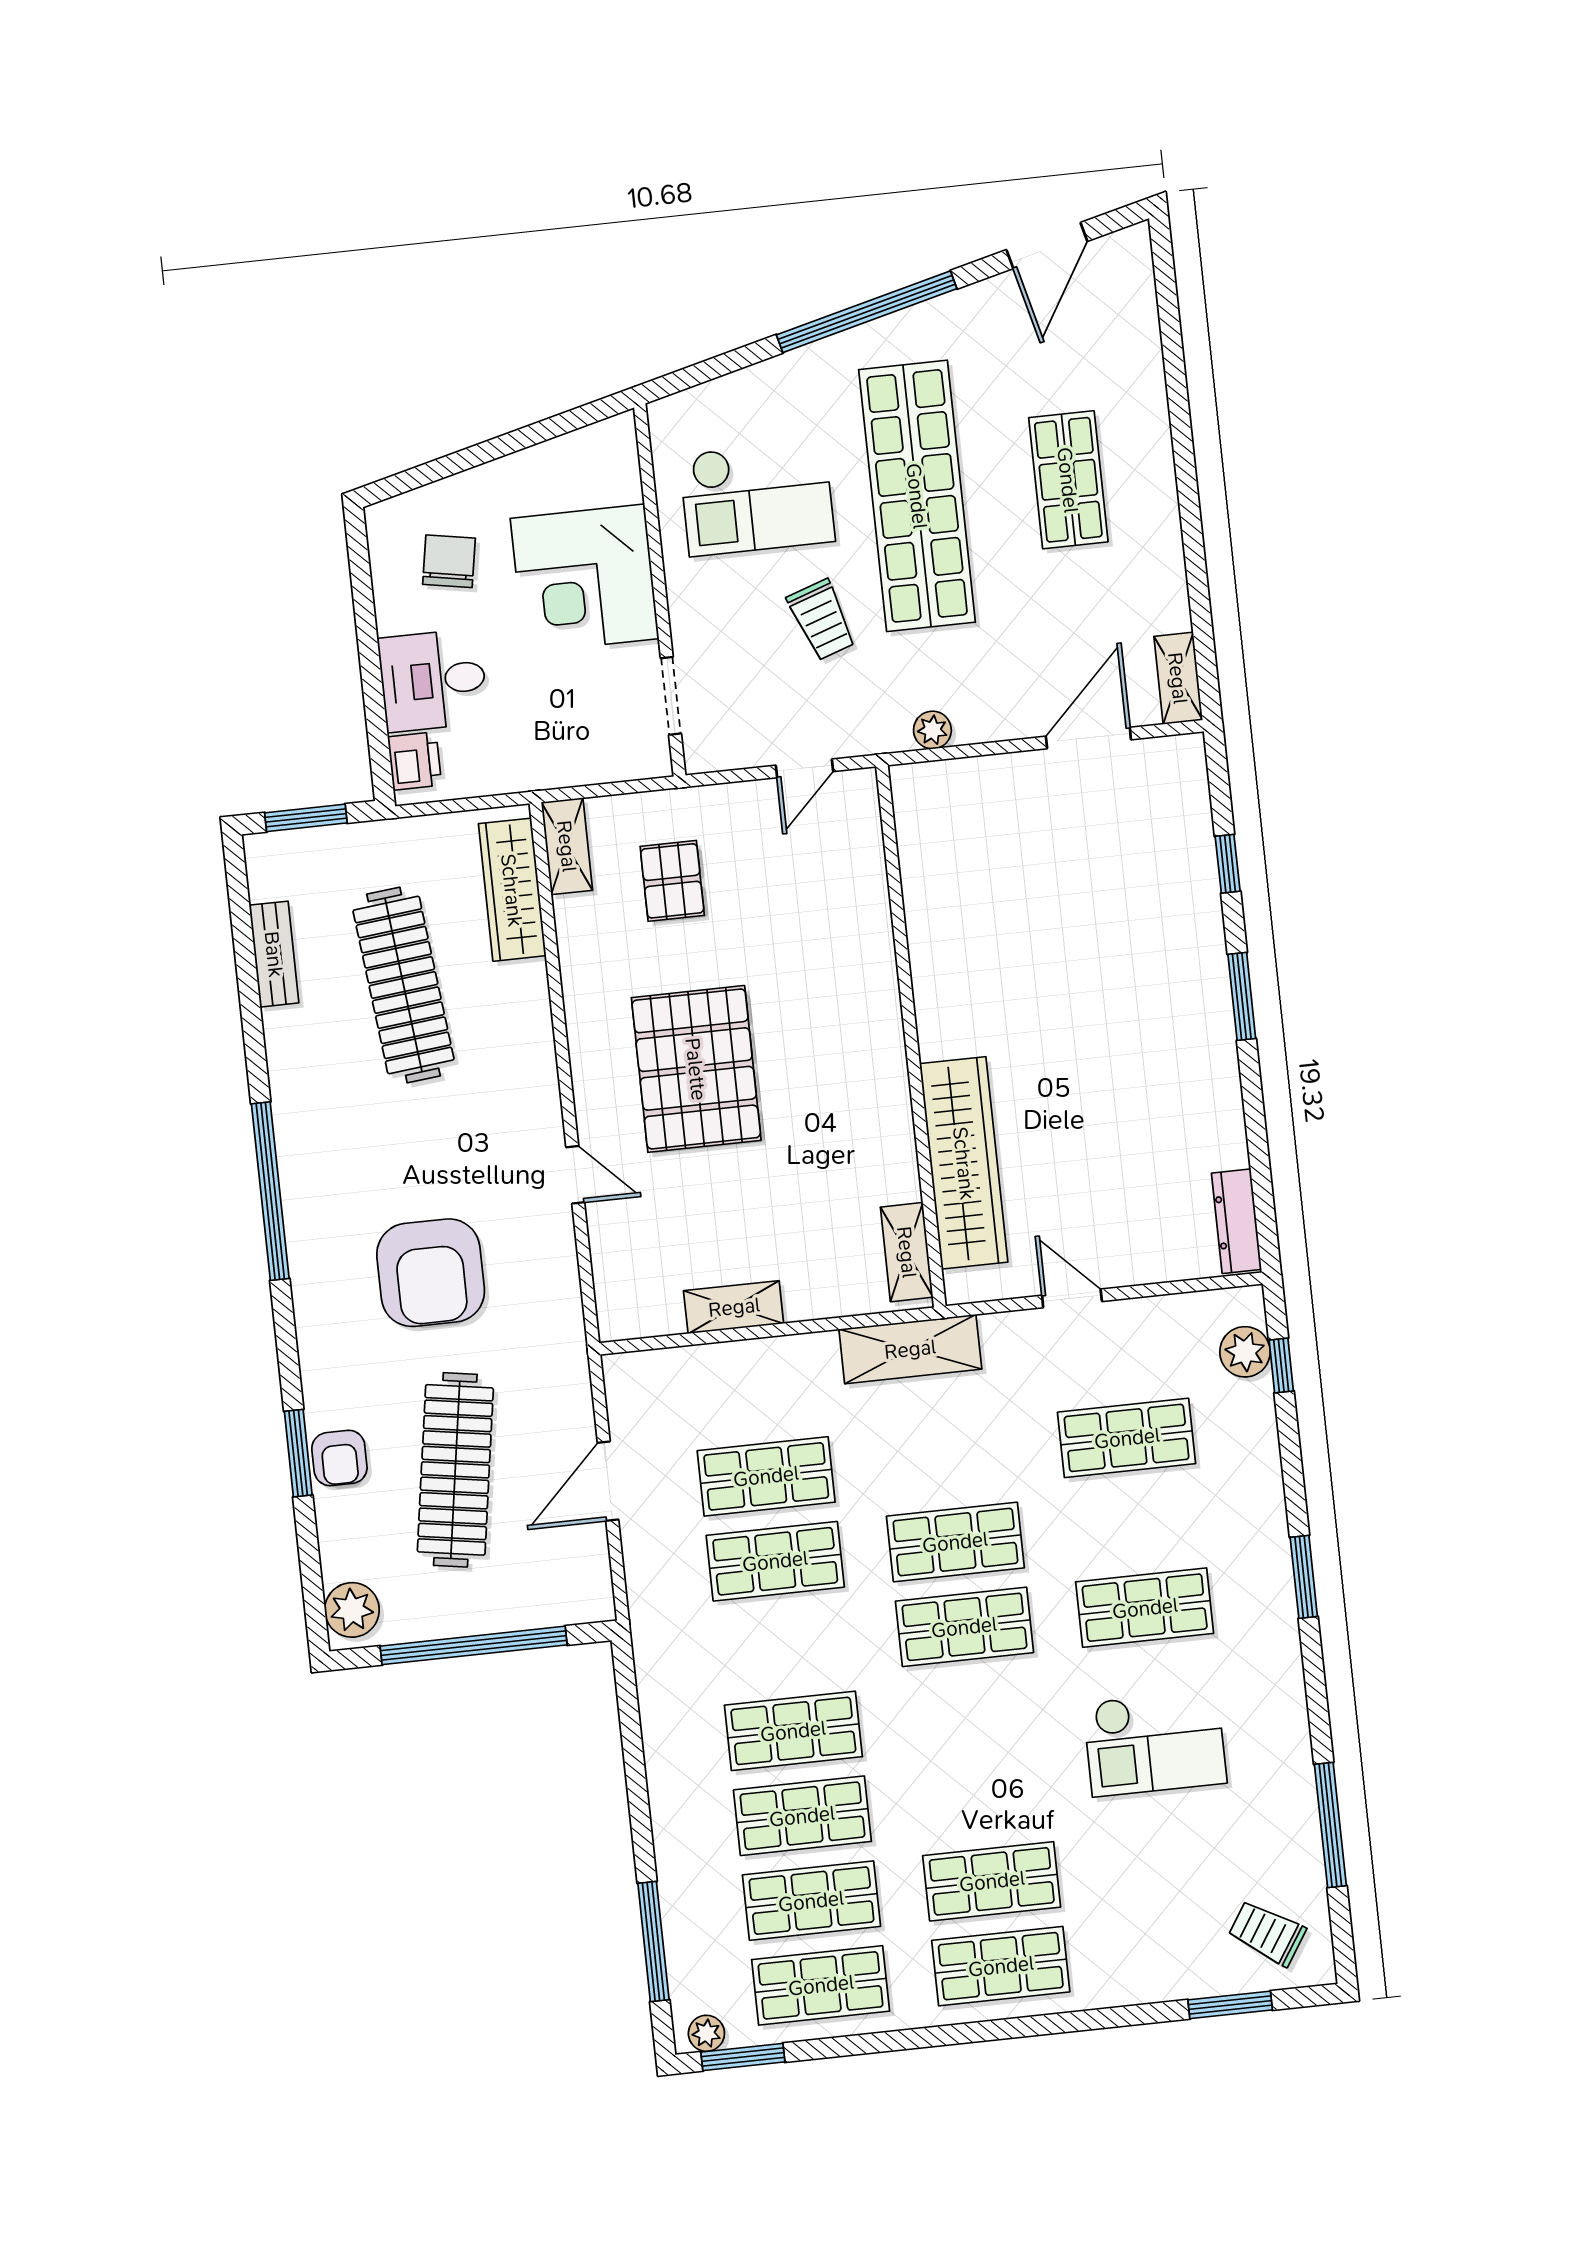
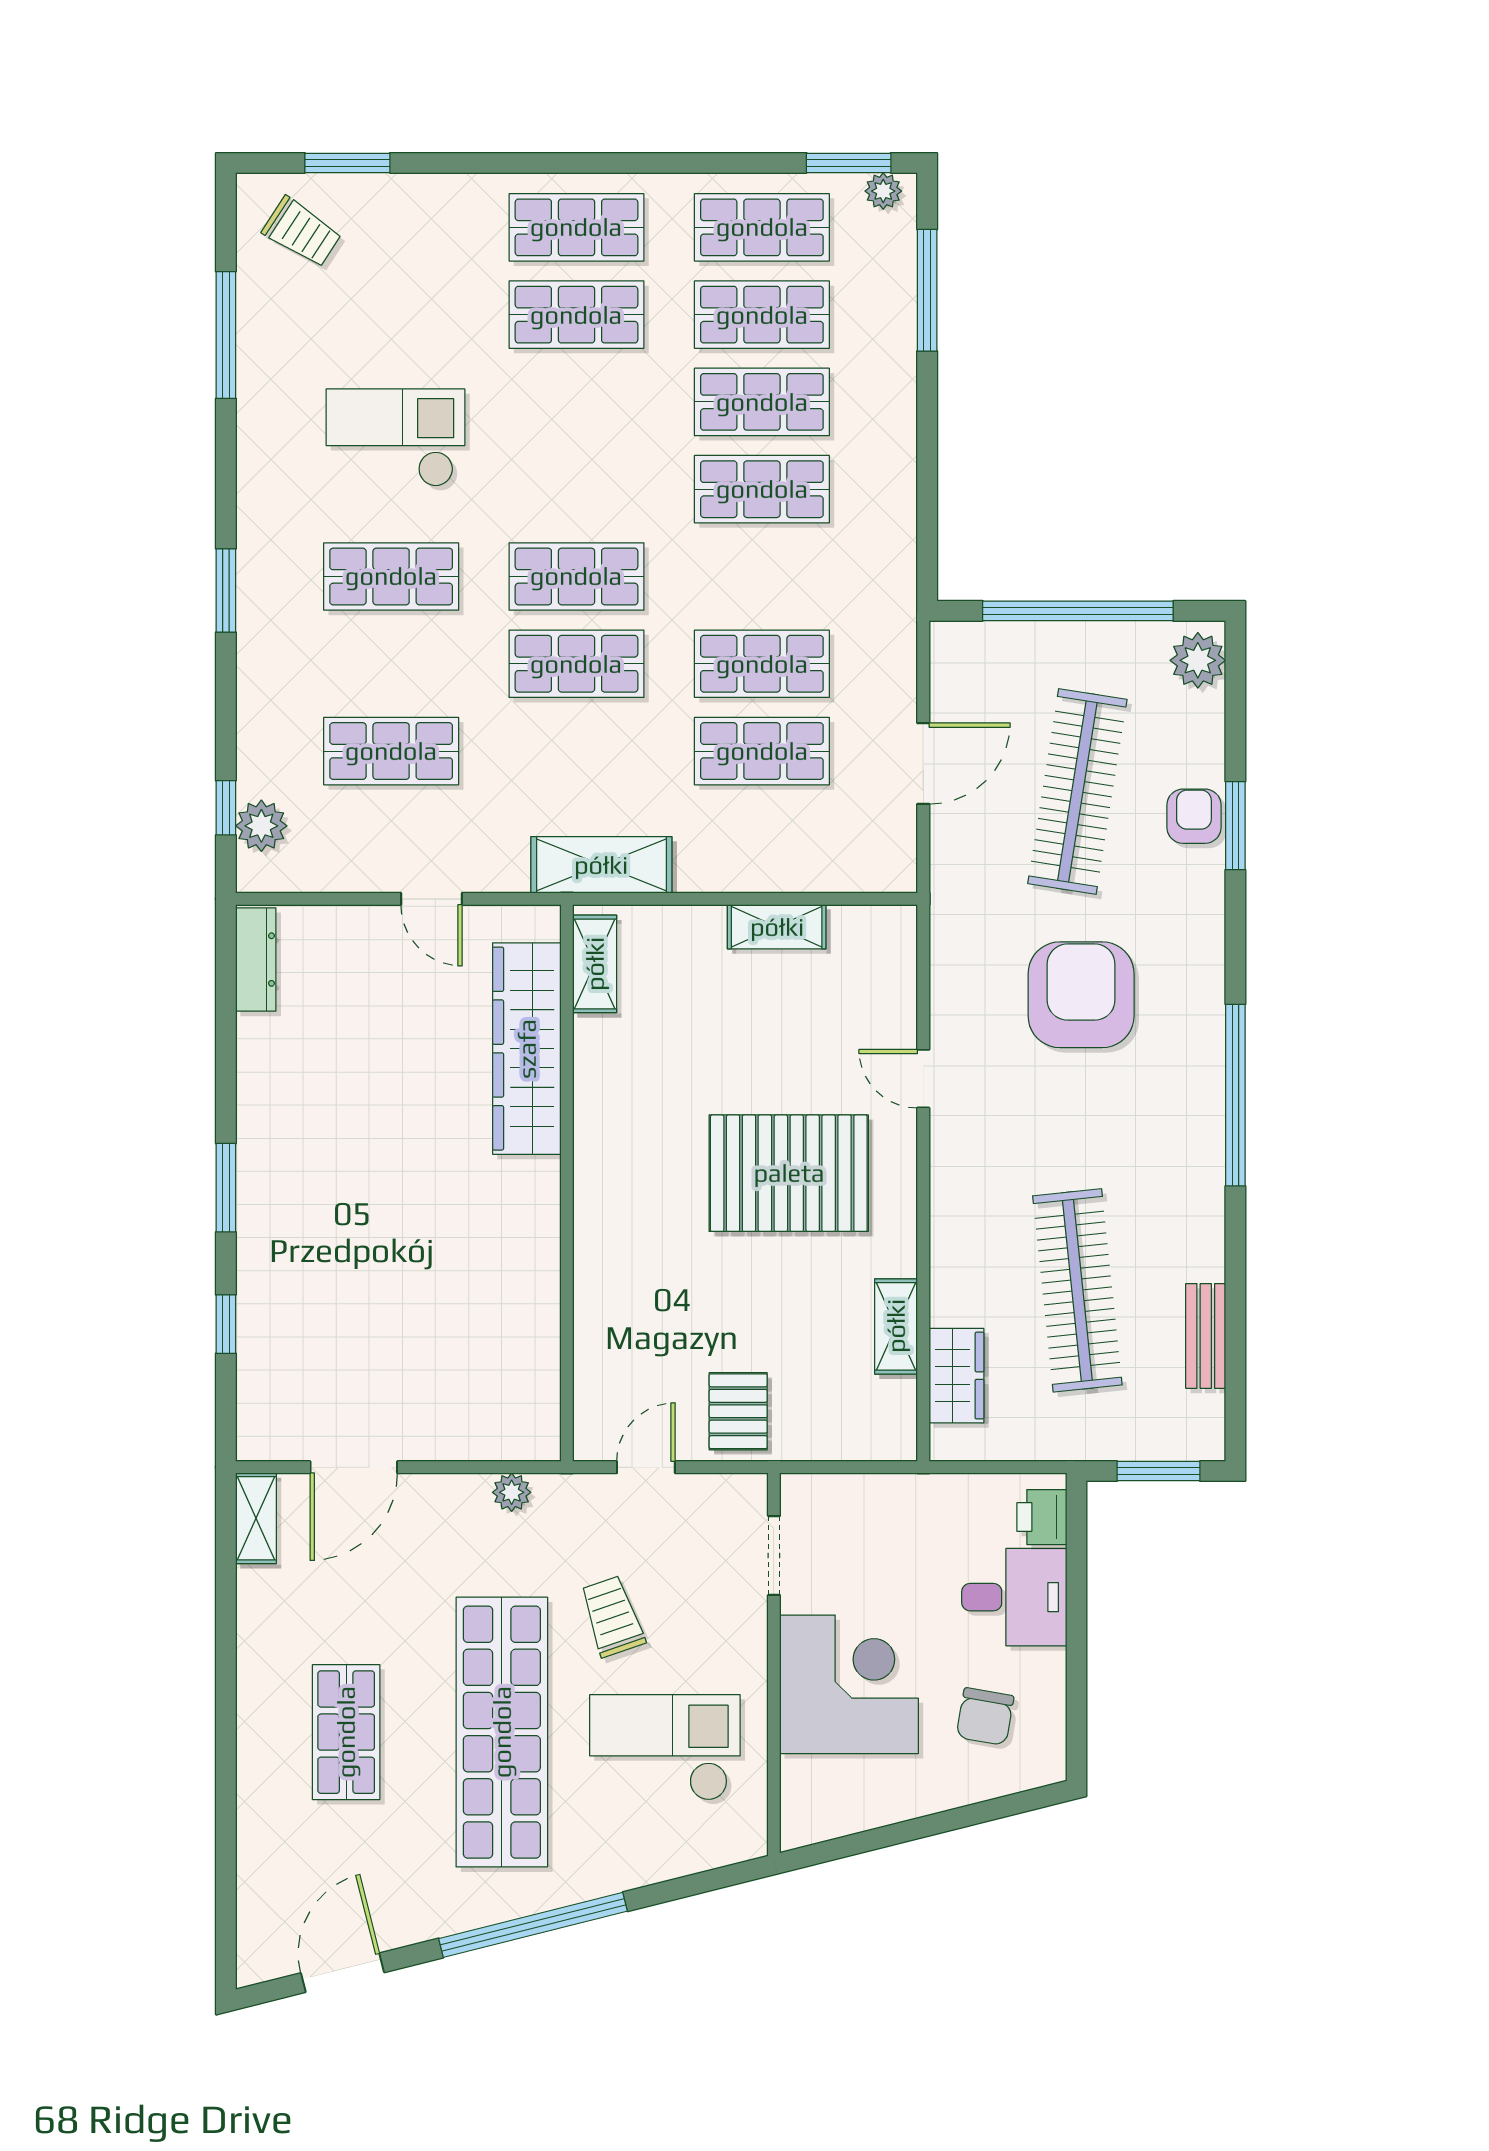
shelving: (567, 846) -> (896, 1326), moved
pallet: (672, 881) -> (738, 1411), moved
wardrobe: (512, 890) -> (956, 1376), width x0.67
pallet: (696, 1069) -> (789, 1173), turned 90

